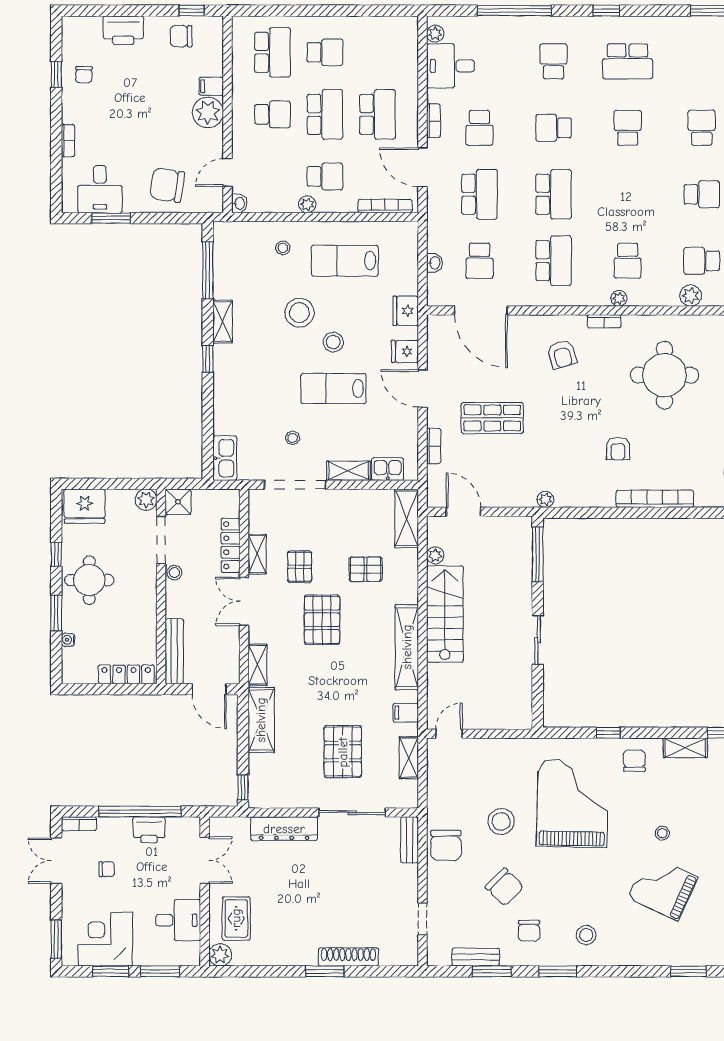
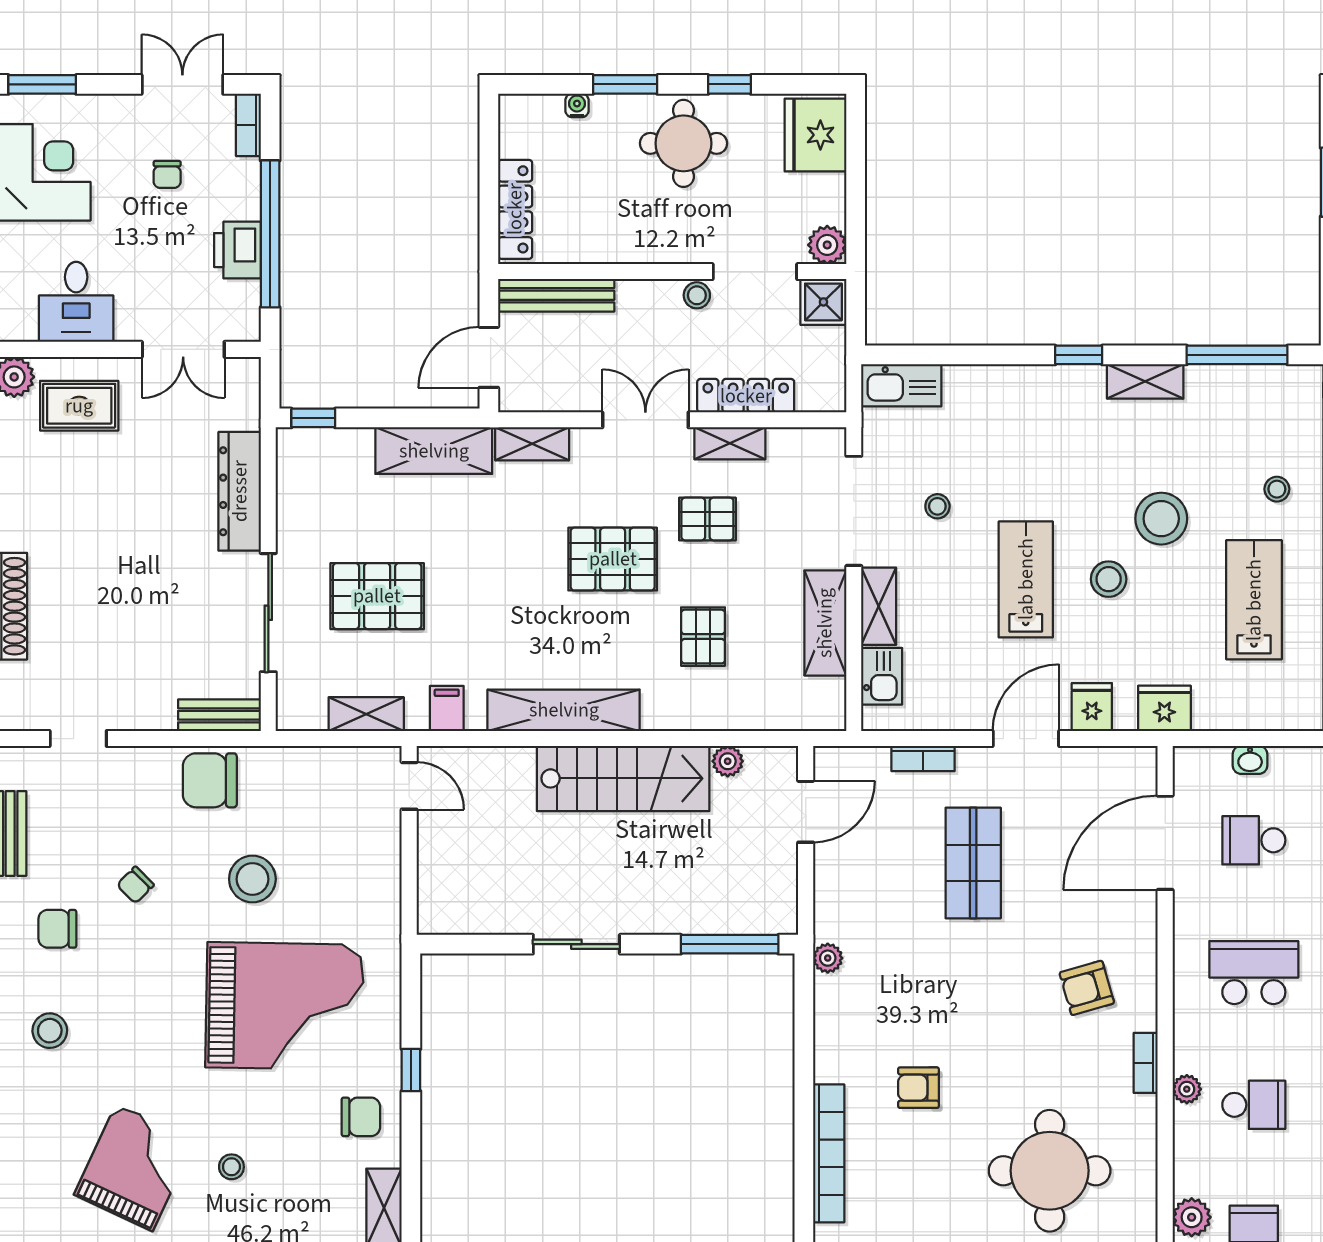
school desk: (554, 261) -> (1254, 973), turned 180
school desk: (628, 261) -> (1254, 1105), turned 180
shelving: (407, 518) -> (825, 623), moved, turned 90
chair: (504, 887) -> (135, 885), width x0.54, depth x0.54

